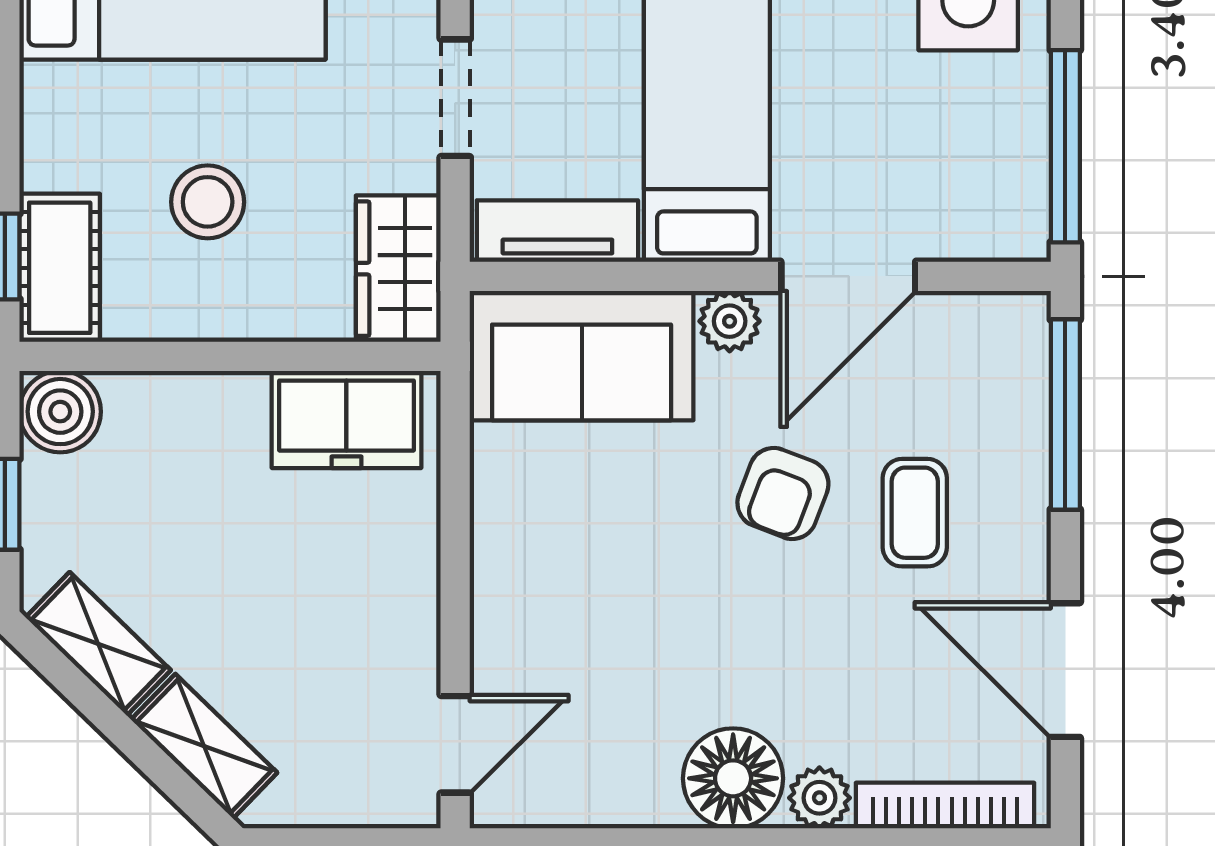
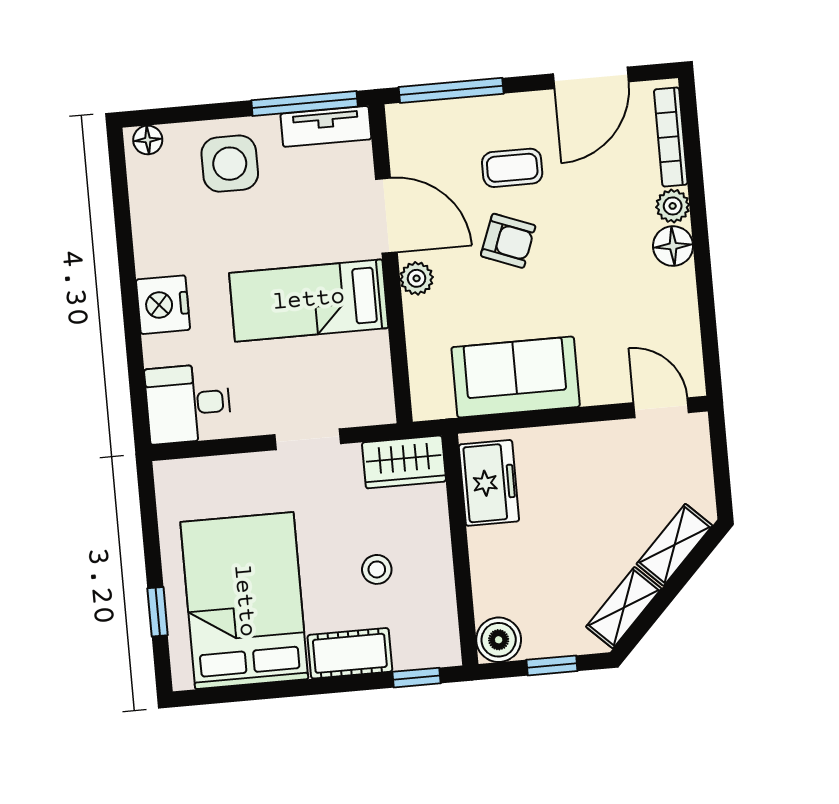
stool: (208, 202) -> (377, 569), width x0.73, depth x0.73
tv unit: (557, 231) -> (326, 126), moved, turned -90
cot: (60, 268) -> (350, 653), moved
sofa: (582, 356) -> (516, 377), moved, turned -90
floor lamp: (733, 778) -> (673, 246), width x0.73, depth x0.73

